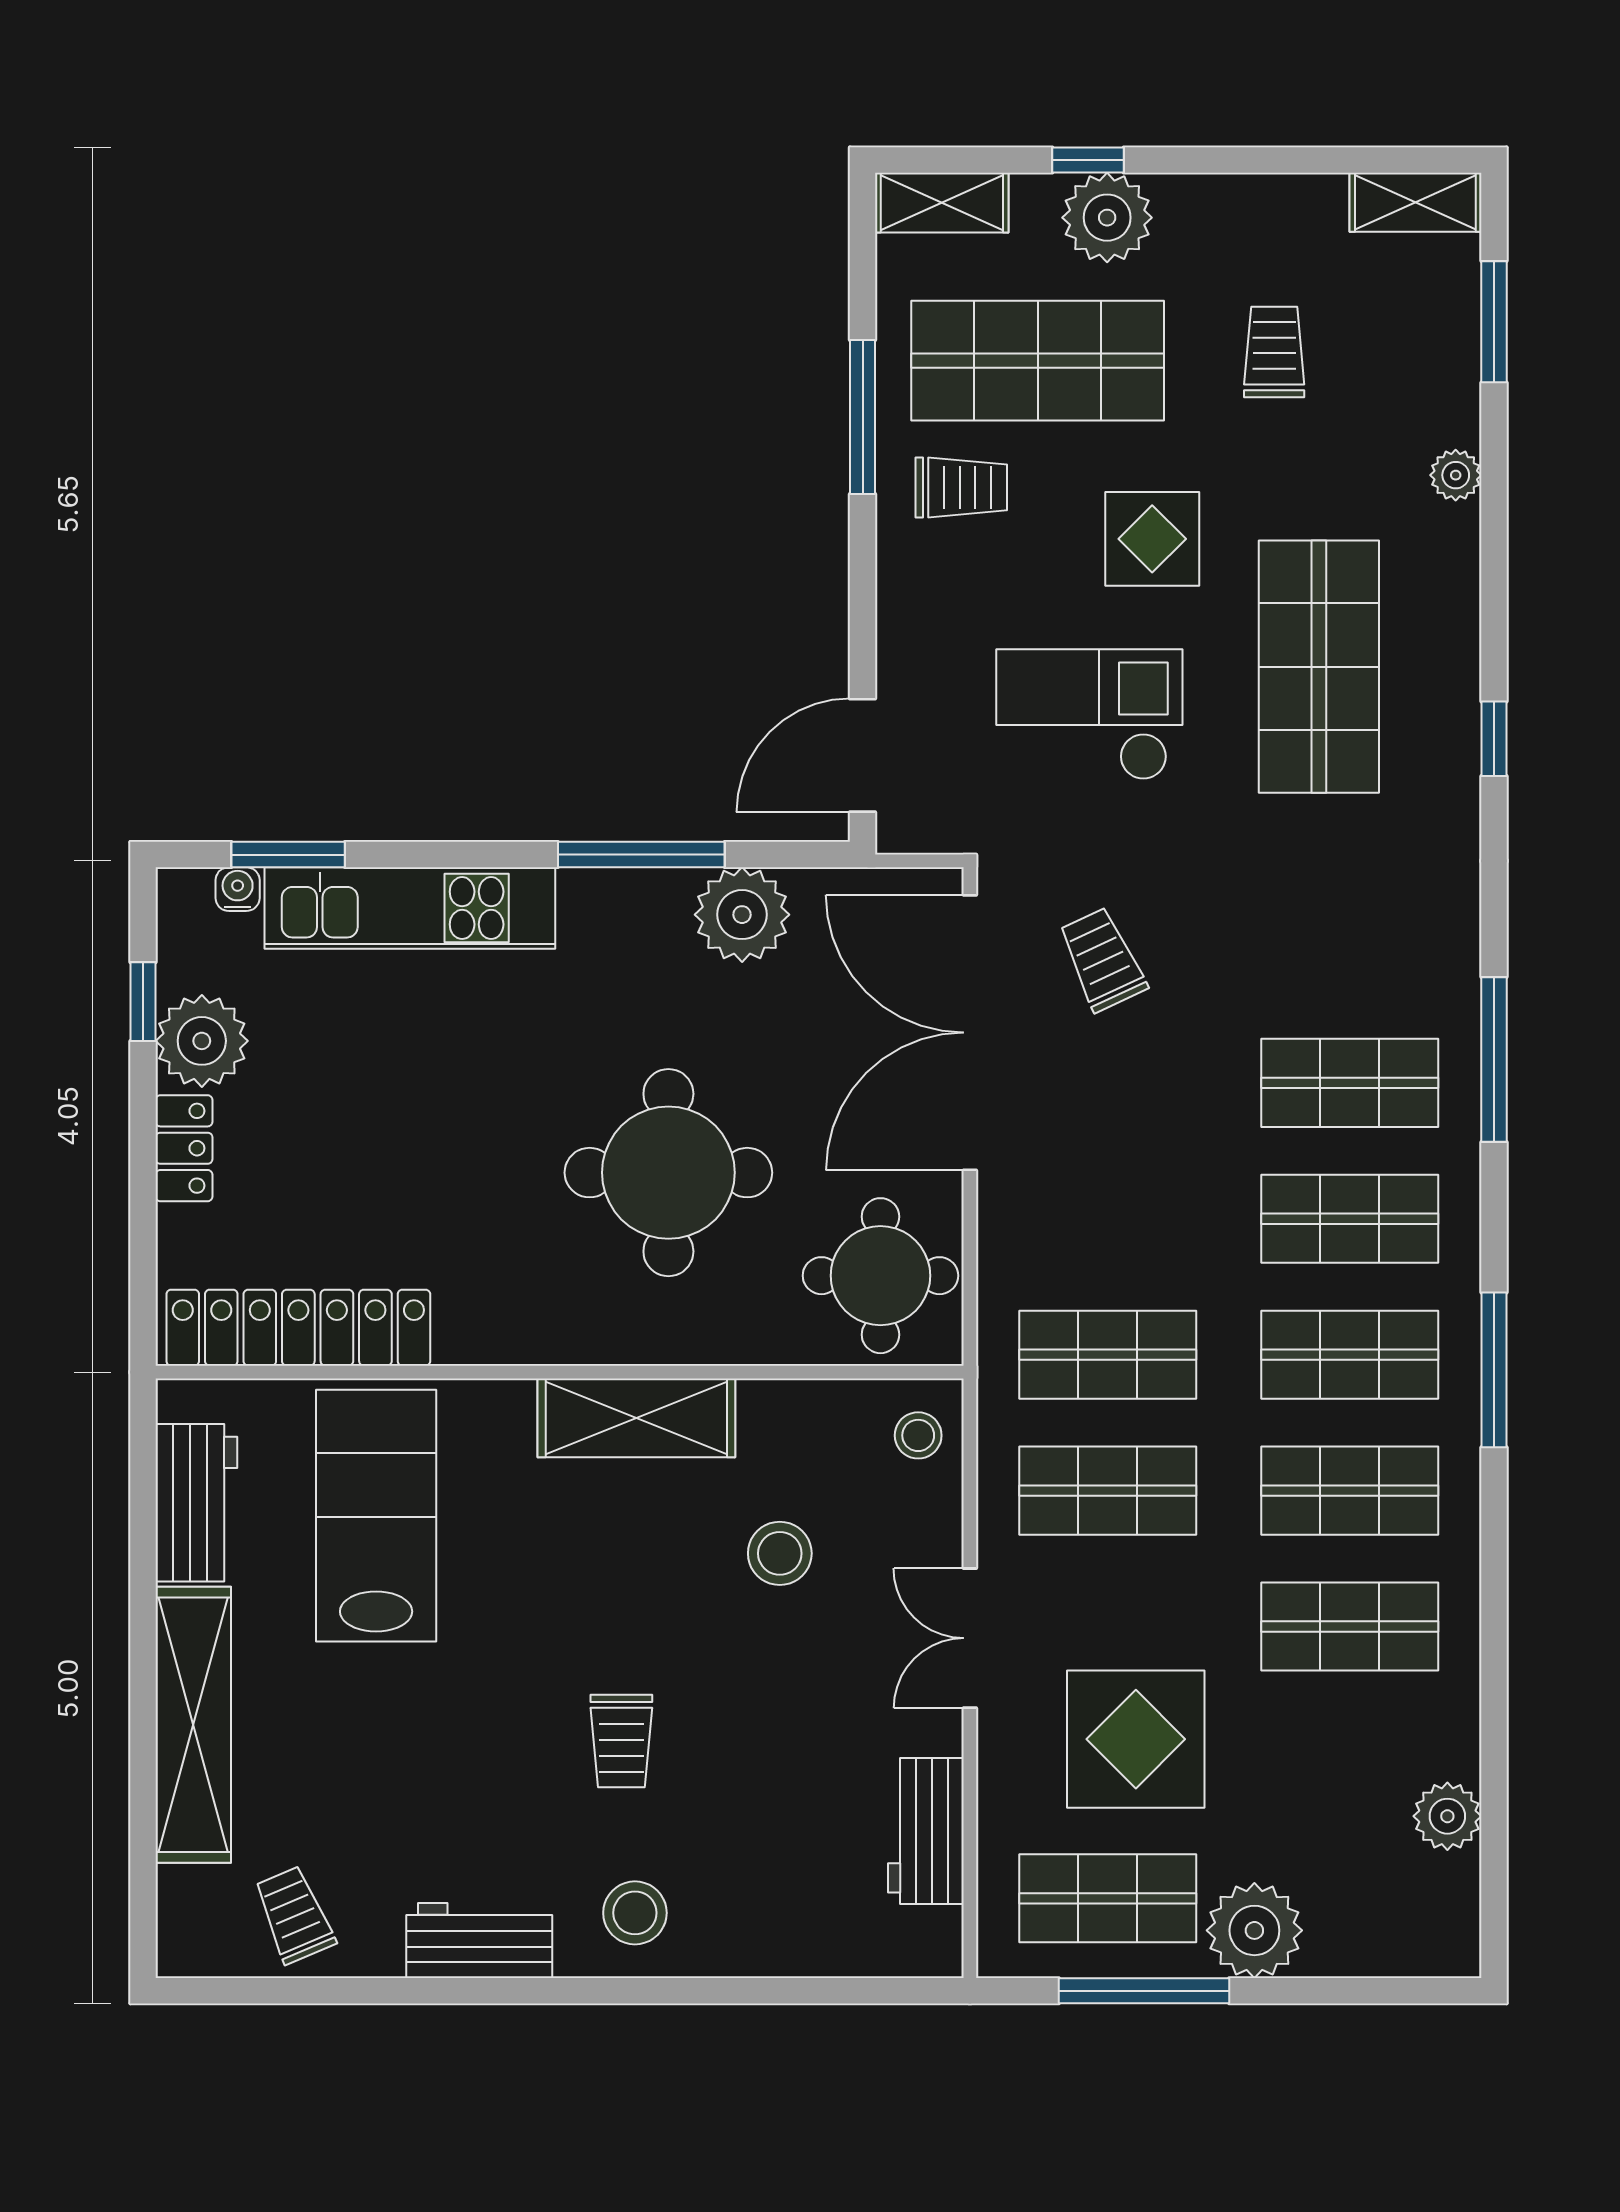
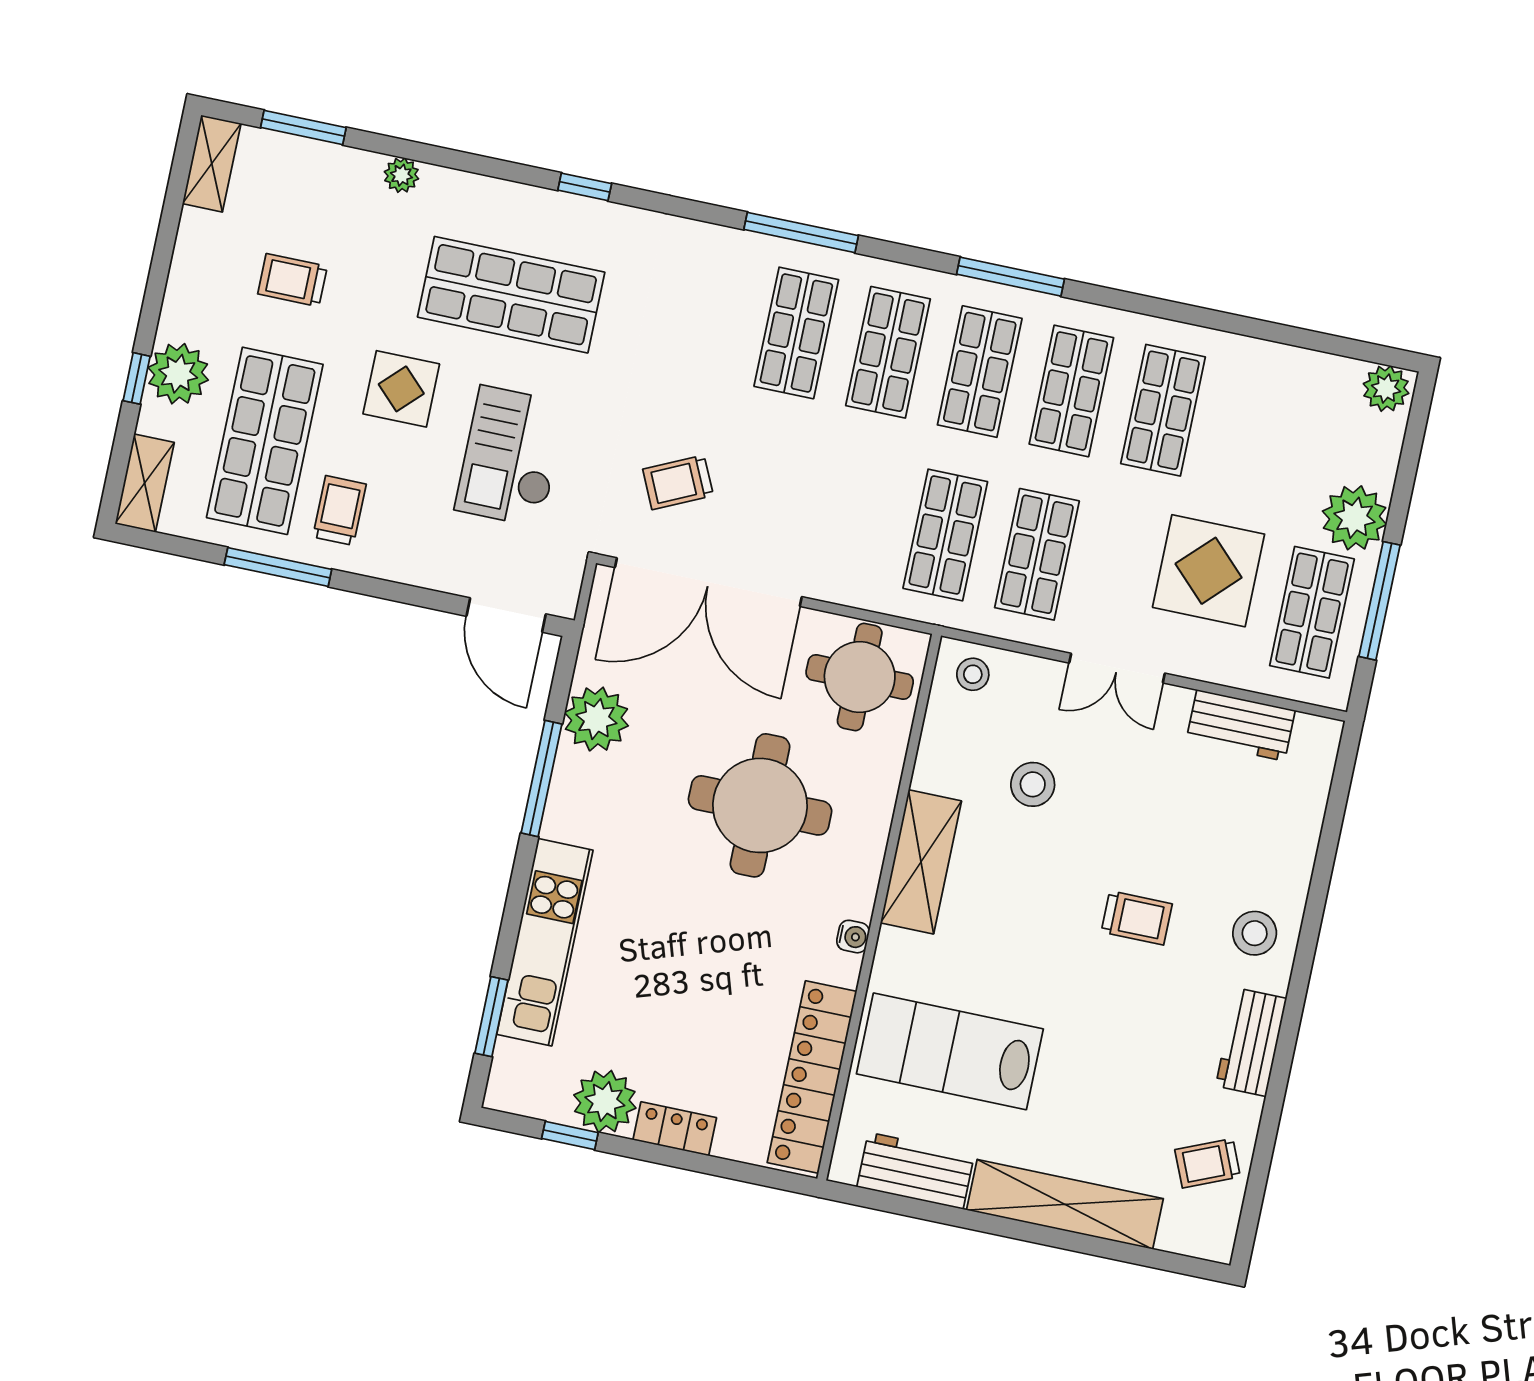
water cooler: (238, 889) -> (853, 937), moved, turned 180
plant: (1447, 1816) -> (1386, 389), moved

